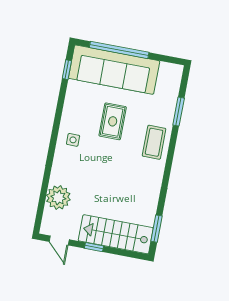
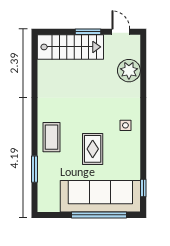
window: (156, 229) -> (35, 59), removed
window: (94, 247) -> (88, 32), width x1.50

